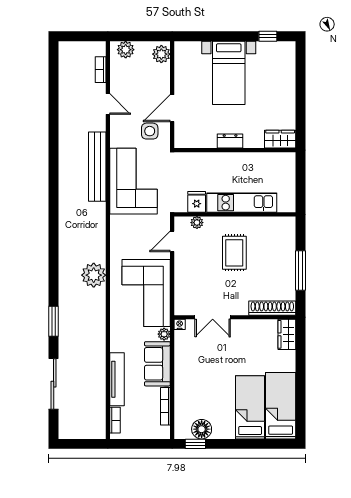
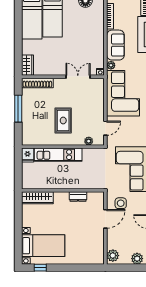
bed with nightstands: (229, 73) -> (43, 246), moved, turned 90
wardrobe: (280, 139) -> (37, 198), width x1.50
dresser: (230, 141) -> (78, 196), moved
fridge: (197, 202) -> (28, 155), moved

